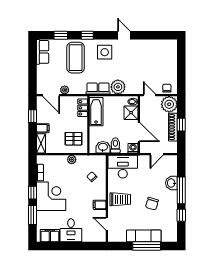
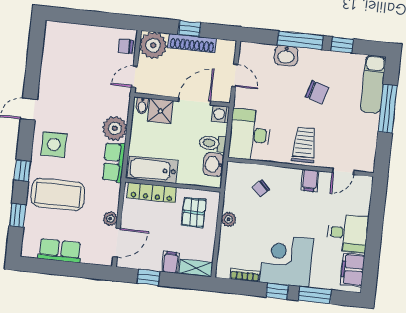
row of seats: (43, 52) -> (60, 251), moved
locker: (83, 108) -> (152, 193), width x1.53
exam couch: (144, 236) -> (373, 84), moved

